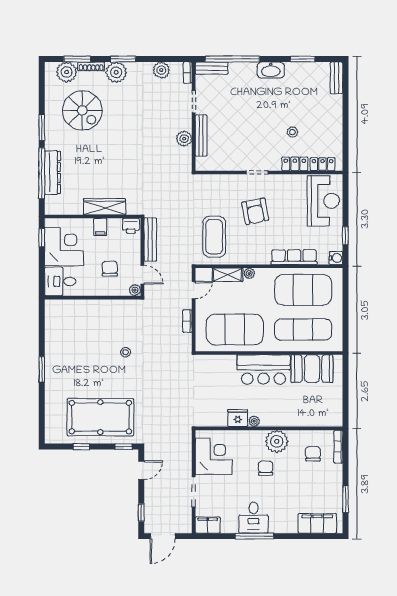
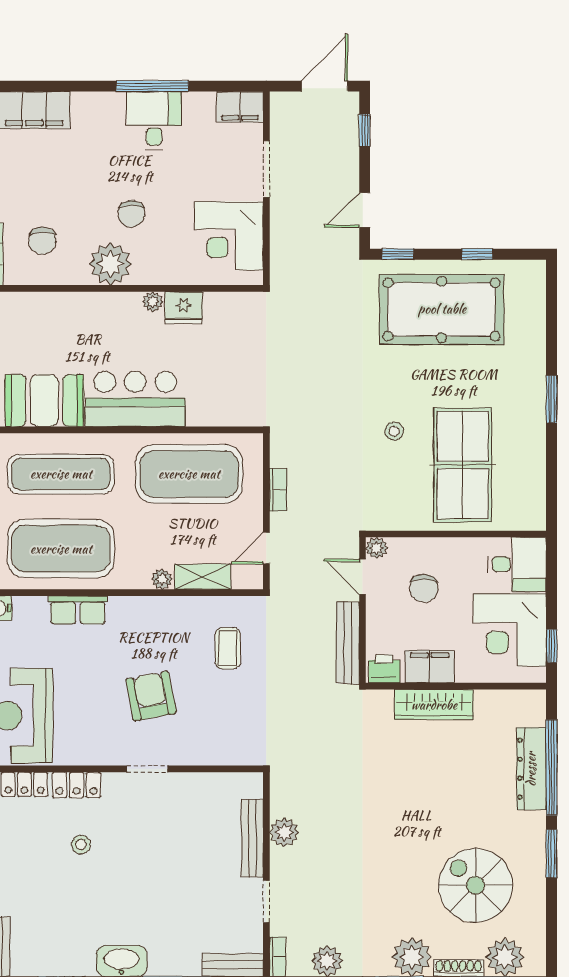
filing cabinet: (100, 227) -> (430, 667), width x2.00
coffee table: (214, 237) -> (228, 648), width x0.54, depth x0.58
row of seats: (294, 257) -> (78, 610), width x0.68
table tennis table: (89, 334) -> (463, 465), added

